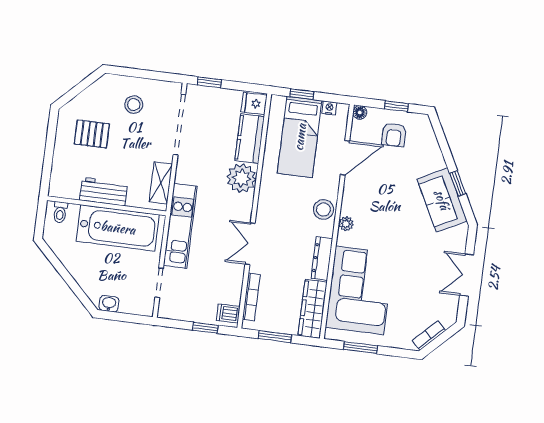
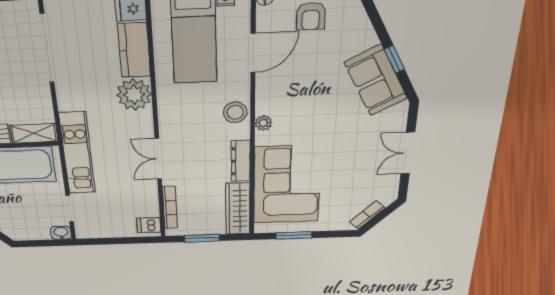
shelving: (161, 183) -> (34, 133), moved, turned 90
washbasin: (109, 304) -> (61, 233), moved
window: (205, 328) -> (128, 241), removed

